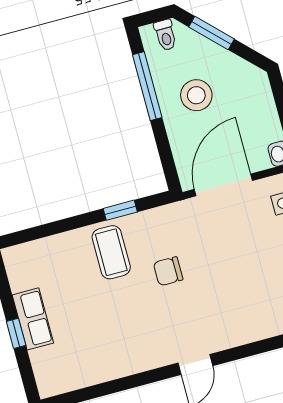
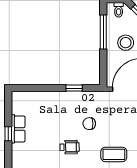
coffee table: (111, 252) -> (114, 154), moved, turned 90
wheelchair: (142, 327) -> (70, 147), added

